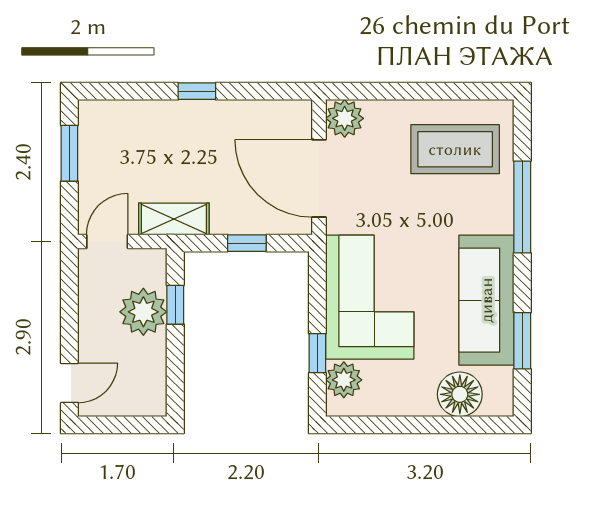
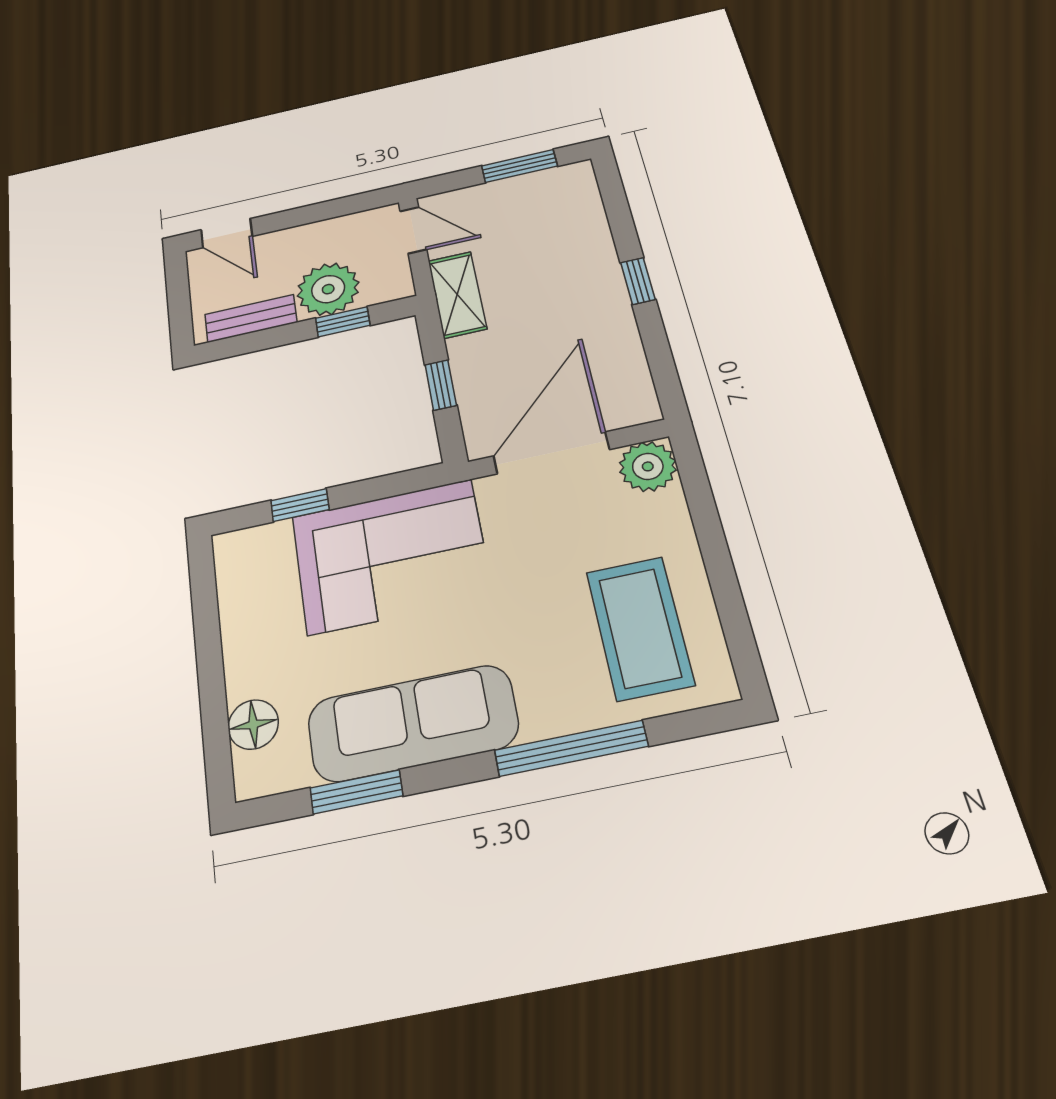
bench: (154, 372) -> (251, 318), added
plant: (344, 380) -> (266, 547), removed
floor lamp: (460, 394) -> (253, 724), width x0.73, depth x0.73

